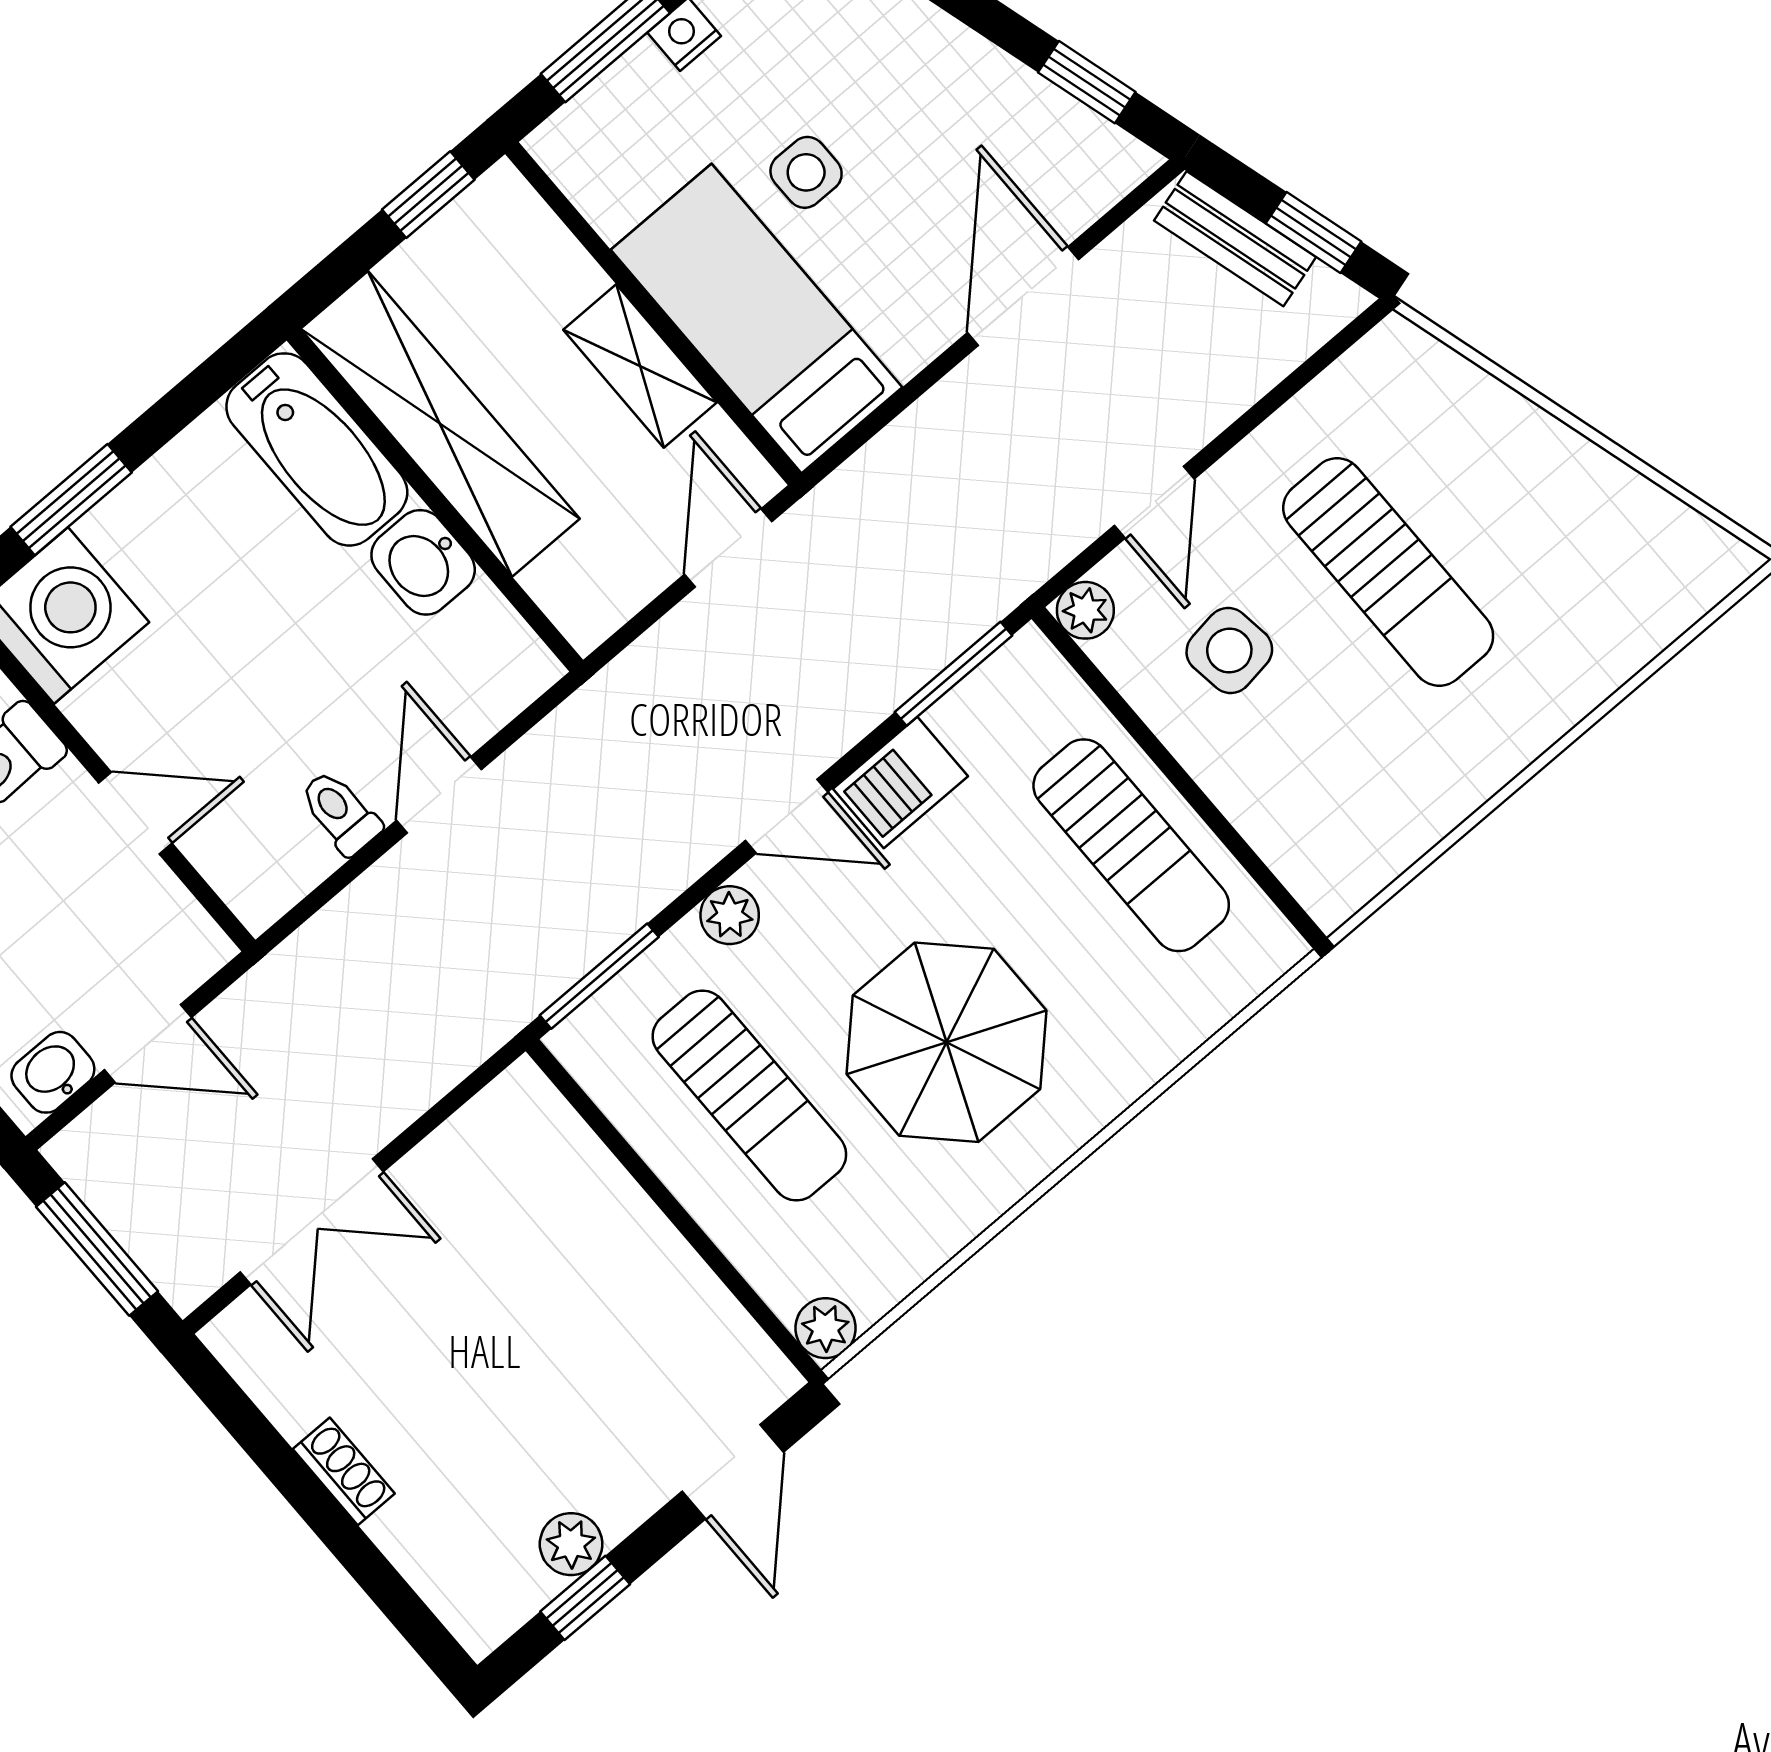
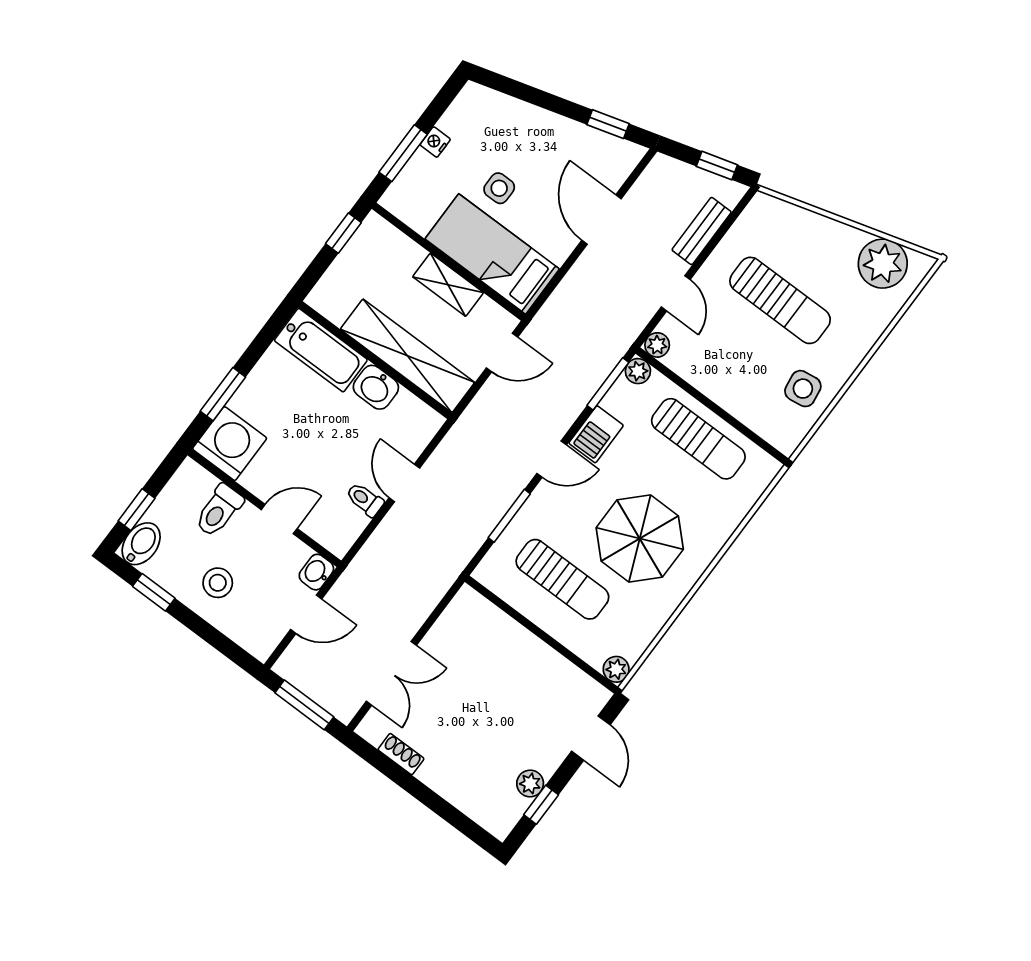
bench: (1235, 239) -> (702, 231), moved, turned -74
shelving: (440, 424) -> (407, 356), moved
plant: (1641, 541) -> (883, 264), added
door: (728, 548) -> (502, 352), swing flipped
side table: (1229, 650) -> (803, 389), moved
plant: (730, 915) -> (638, 371), moved
window: (599, 976) -> (509, 516), moved
washbasin: (53, 1072) -> (316, 572), moved
shoe rack: (344, 1471) -> (401, 754), moved

